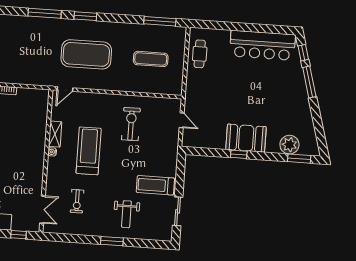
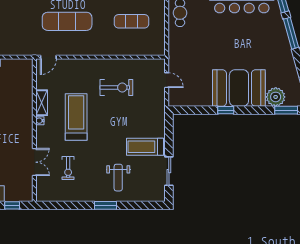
exercise mat: (86, 54) -> (67, 21), width x0.68
exercise bike: (131, 124) -> (116, 87), turned 90
booth: (246, 138) -> (239, 88), width x1.36, depth x1.42
double door: (42, 210) -> (34, 162), moved

